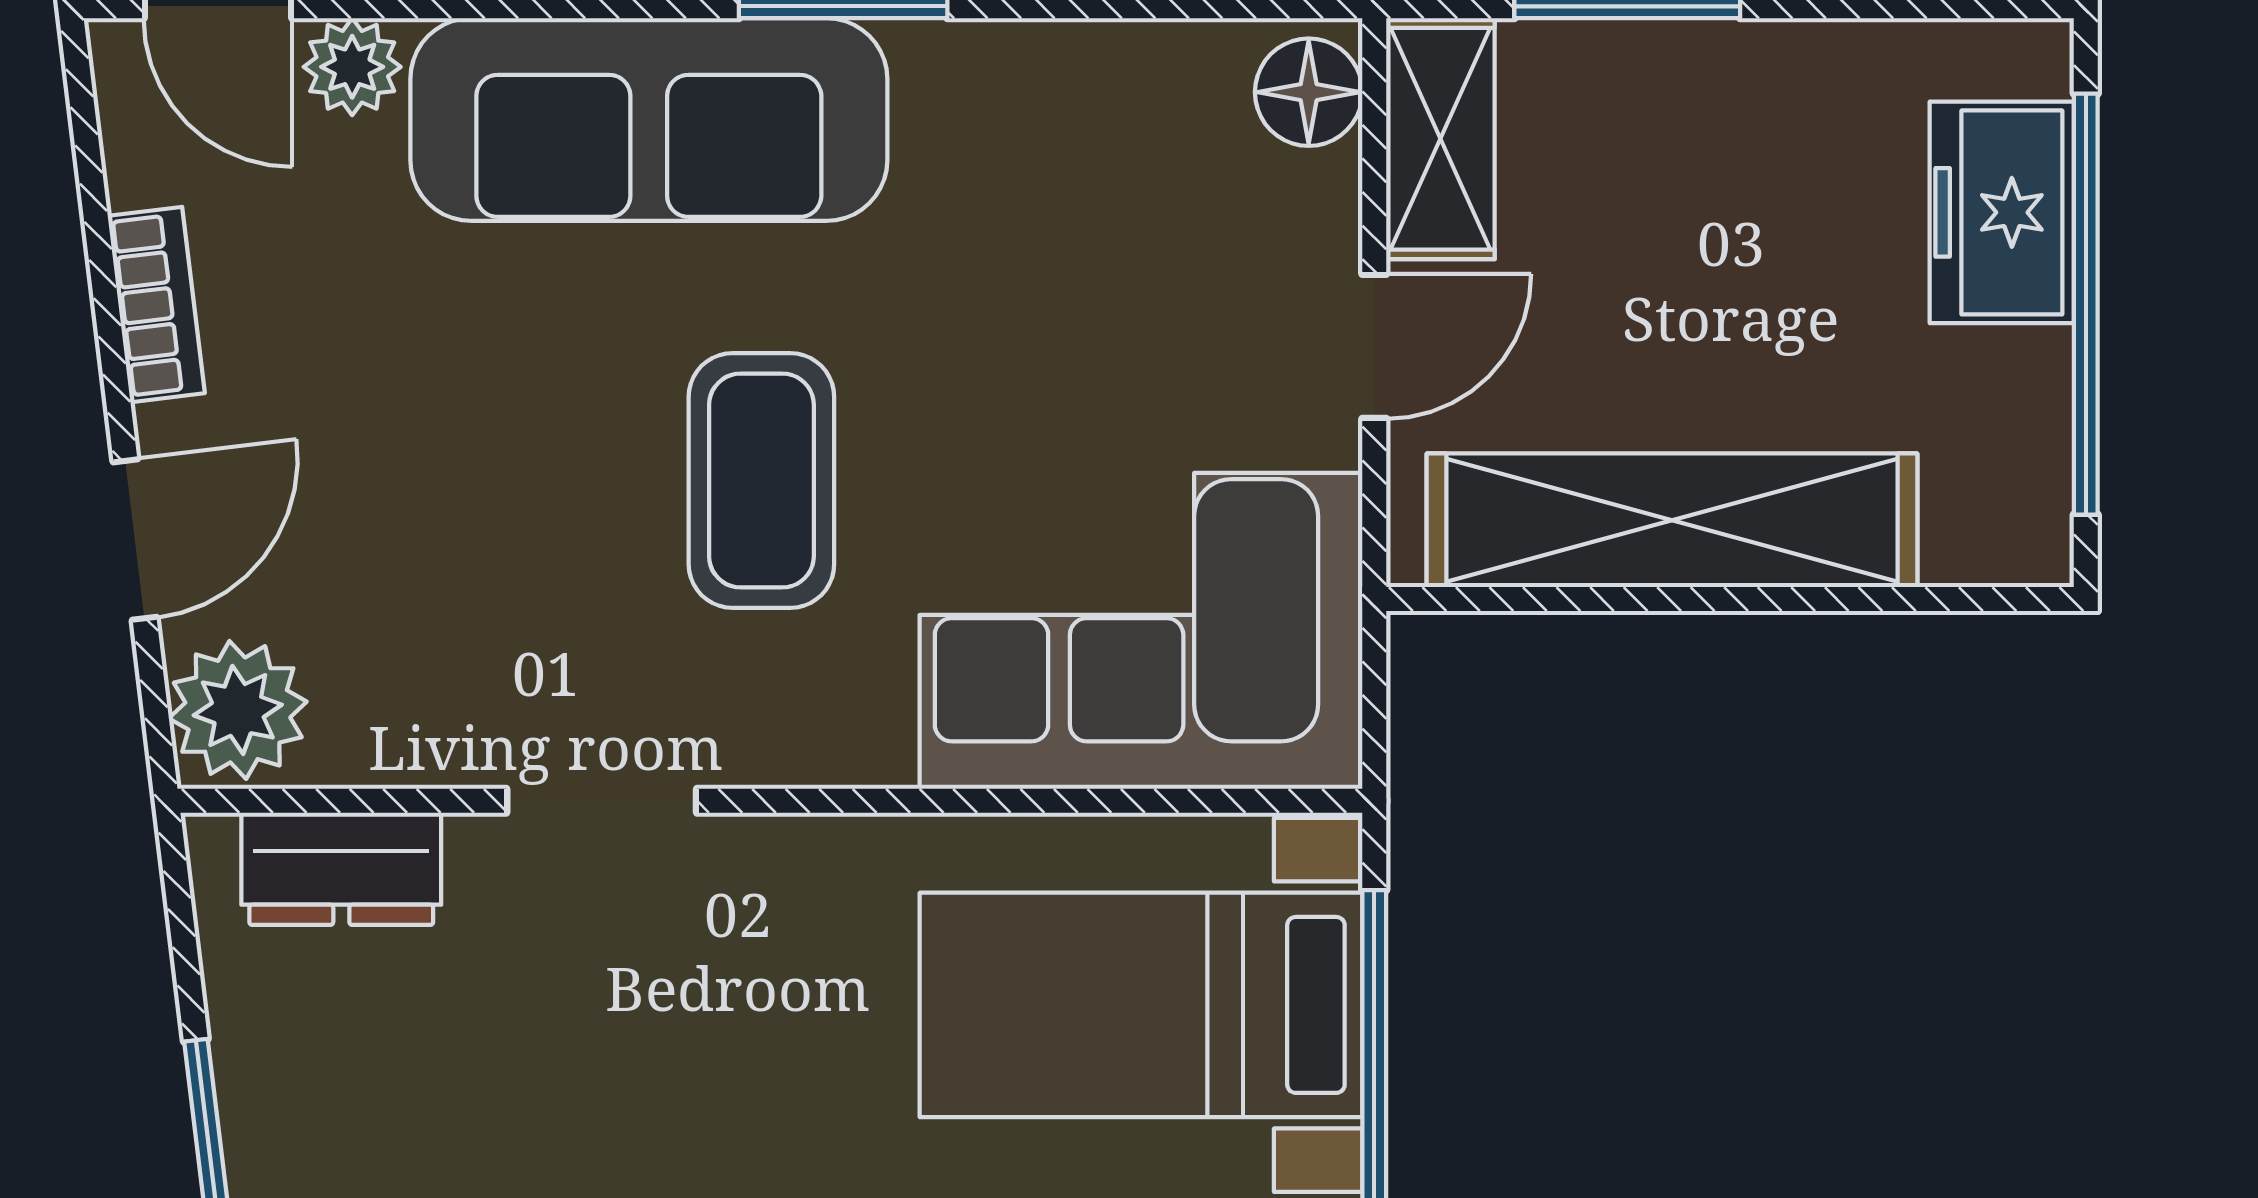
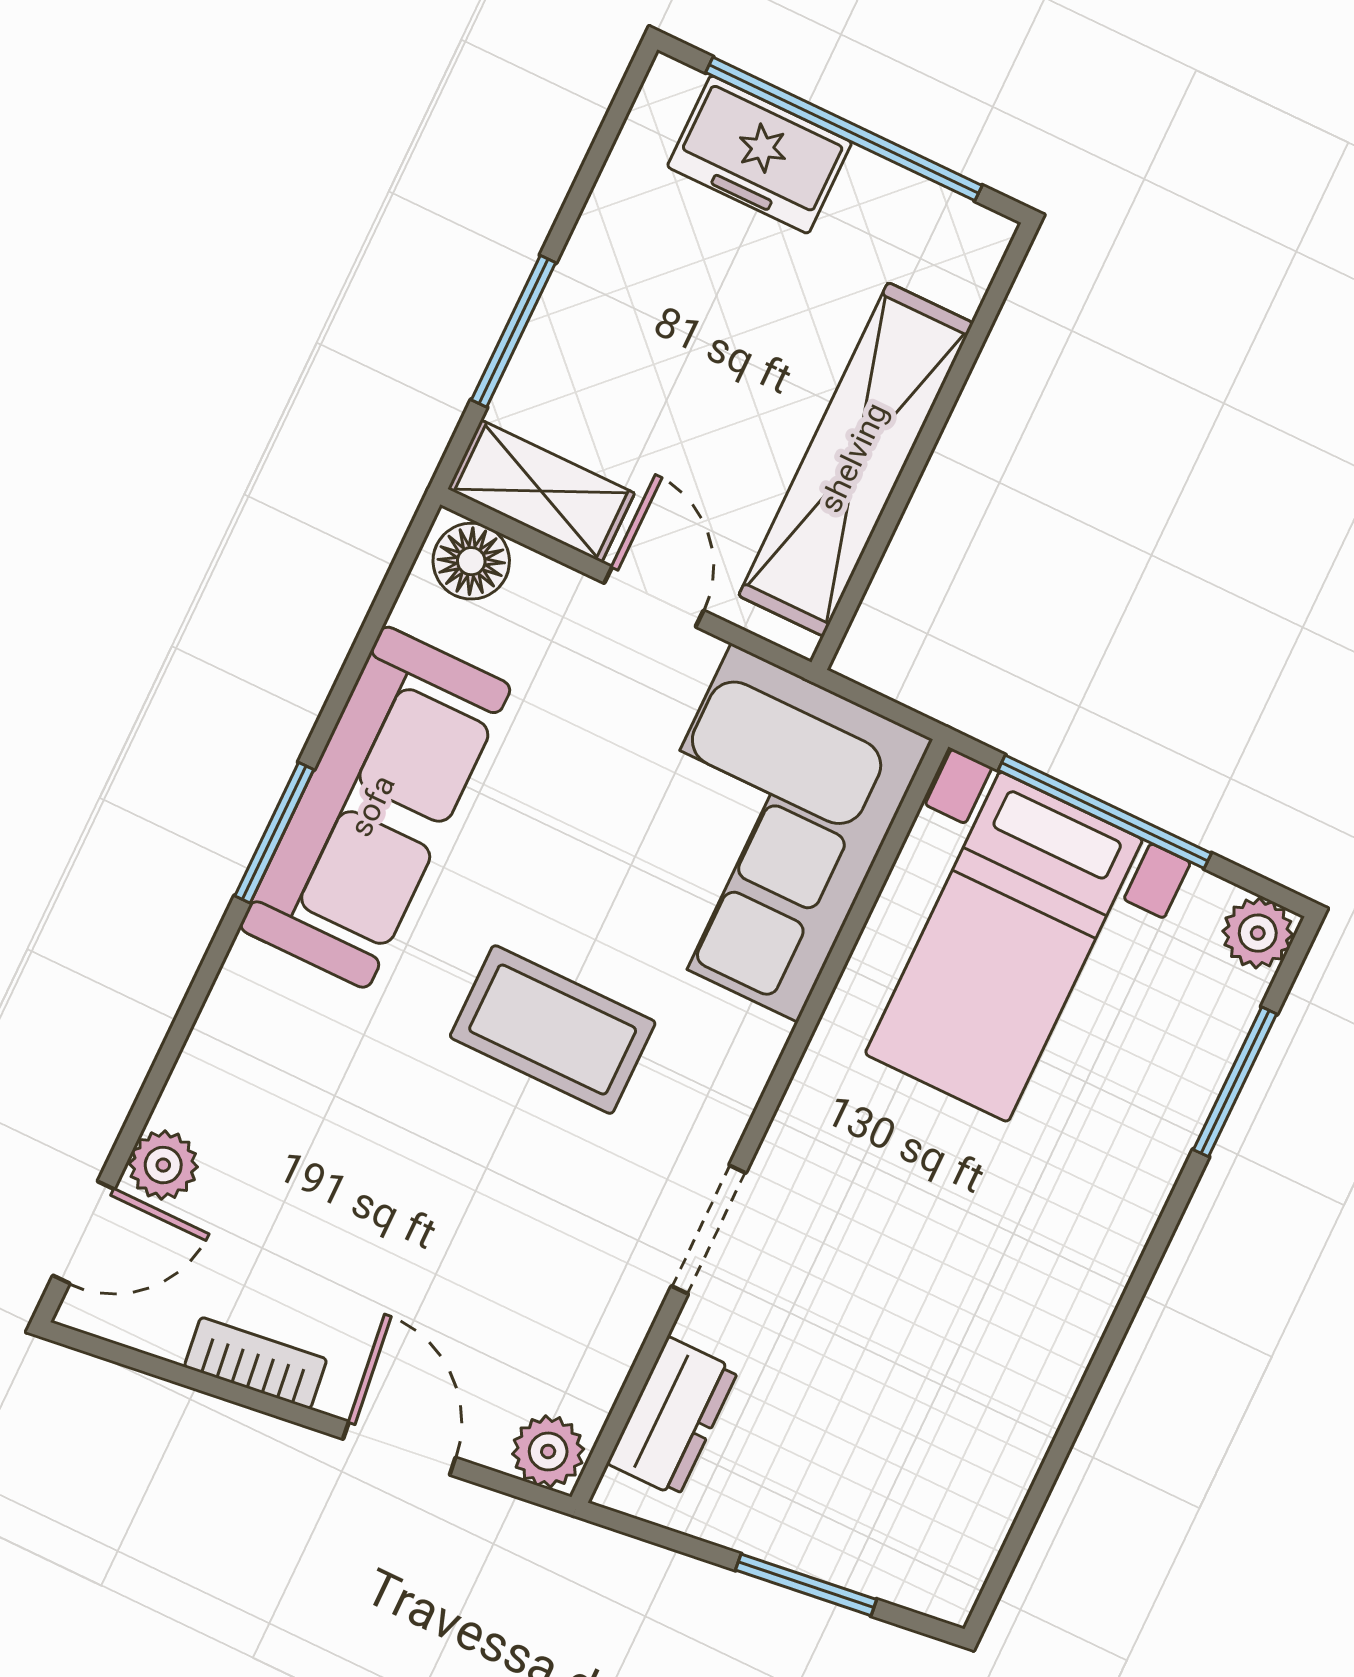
sofa: (649, 120) -> (375, 807), moved
plant: (238, 710) -> (548, 1451), width x0.73, depth x0.73

